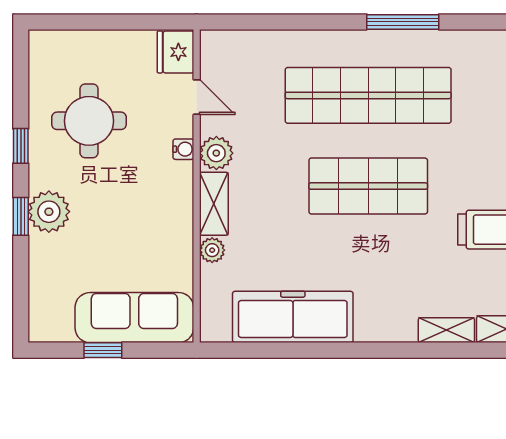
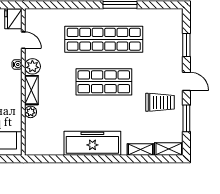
freezer: (293, 317) -> (92, 143), moved

